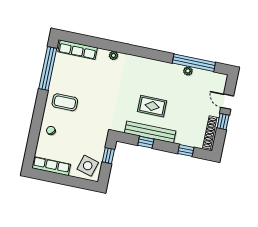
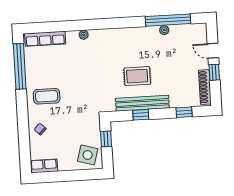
row of seats: (51, 166) -> (44, 166), width x0.68

